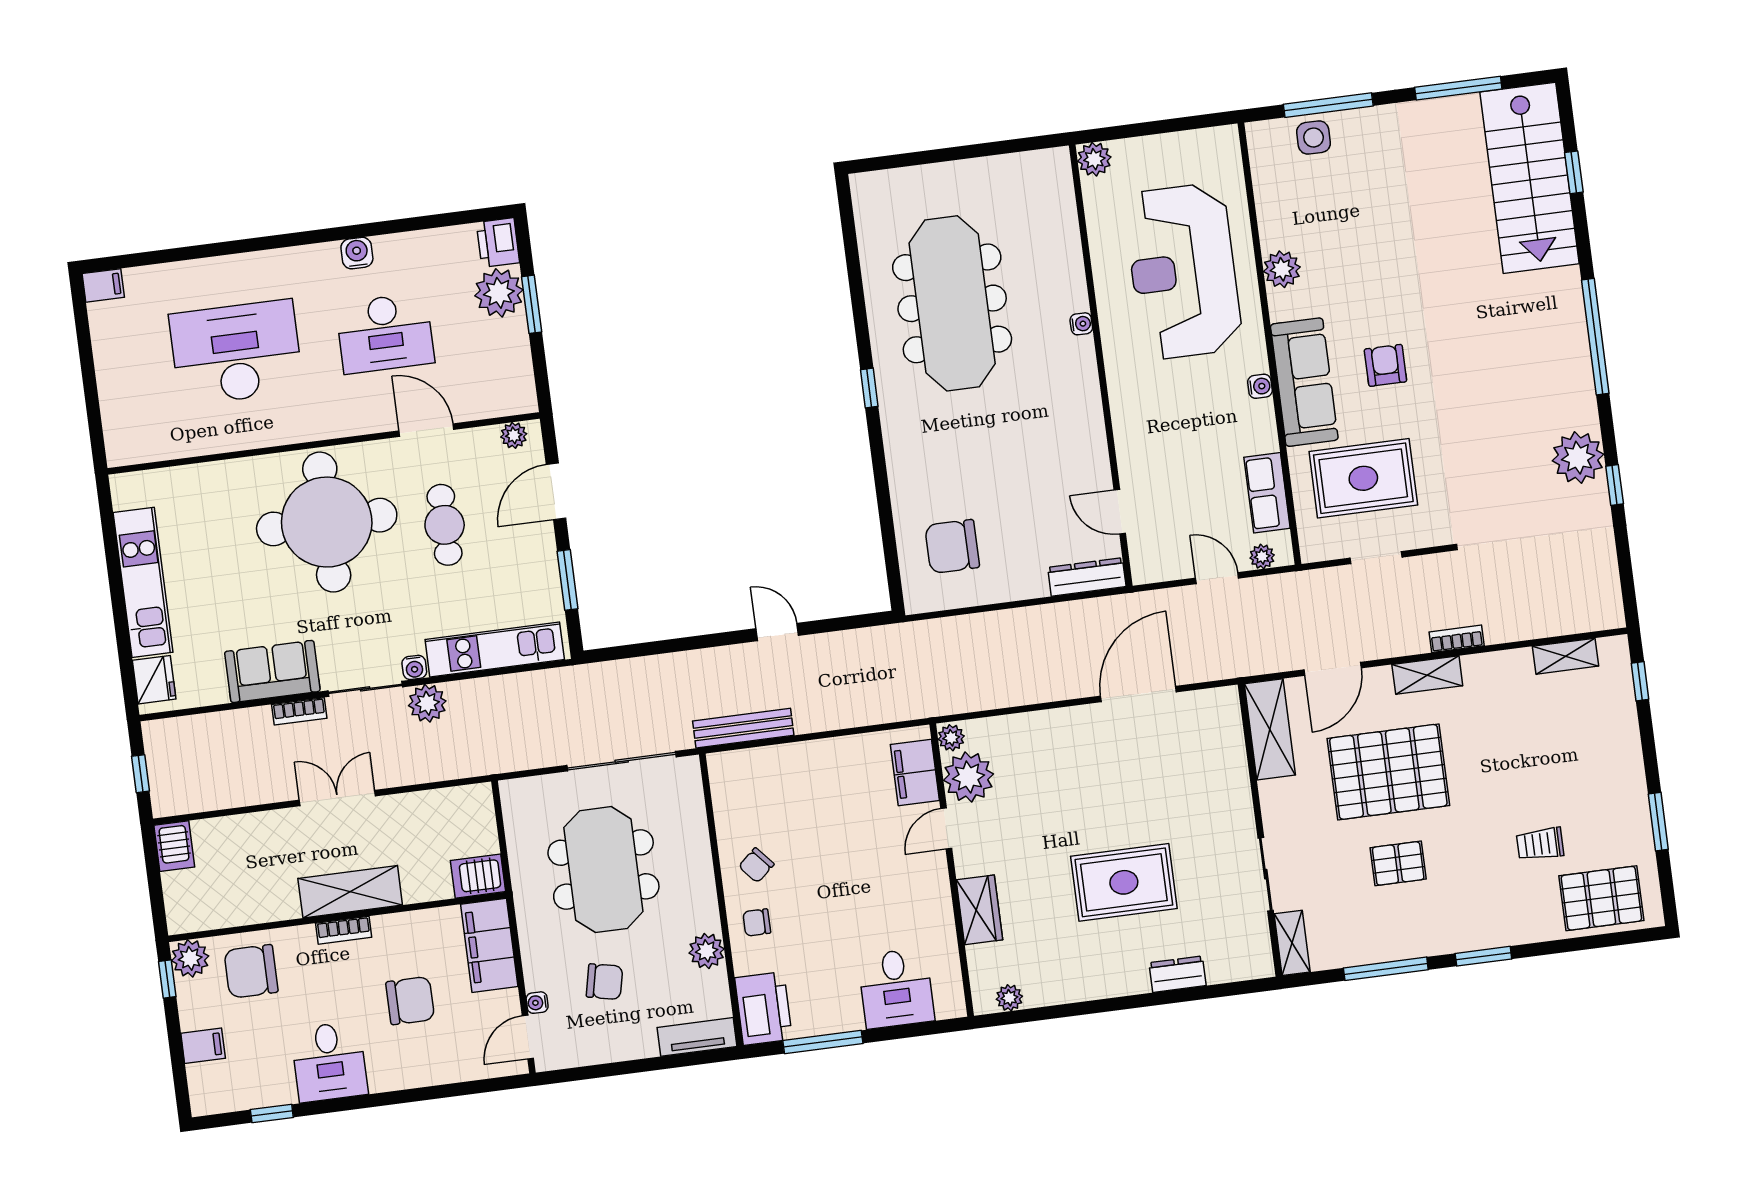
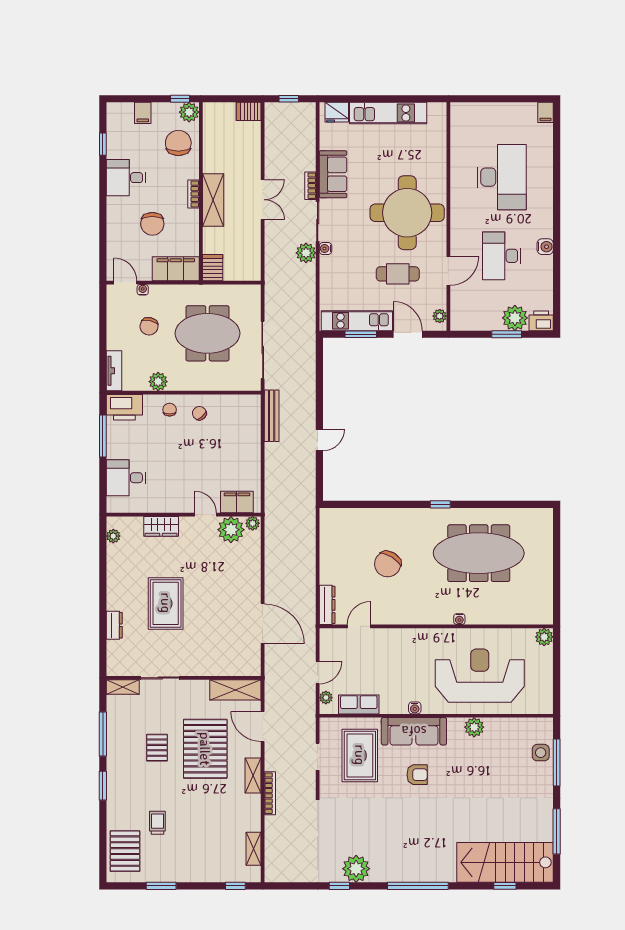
chair: (952, 546) -> (388, 564), moved, turned -148
bookcase: (1457, 639) -> (270, 793), width x1.56
kitchen unit: (495, 649) -> (357, 321), moved, turned -90

